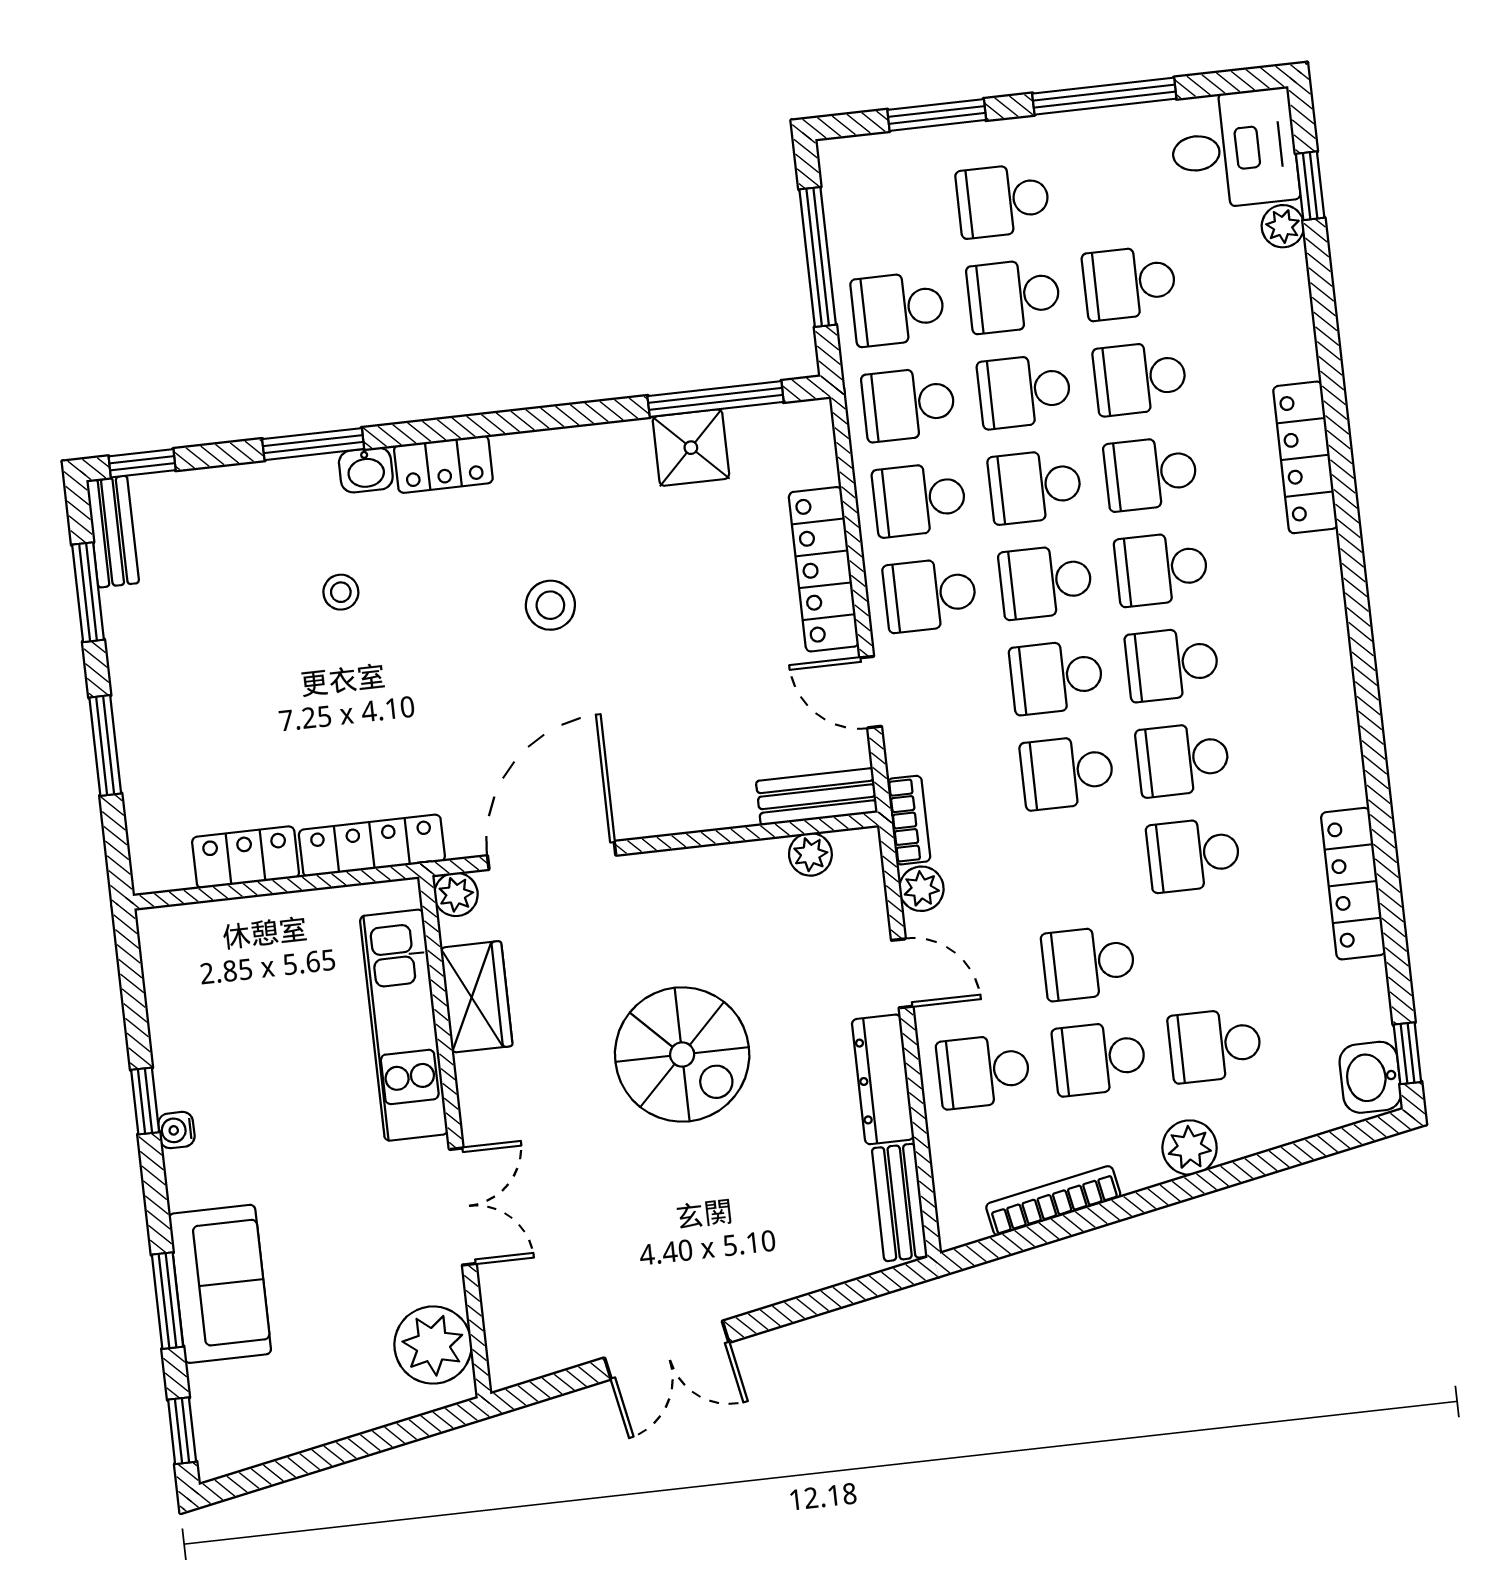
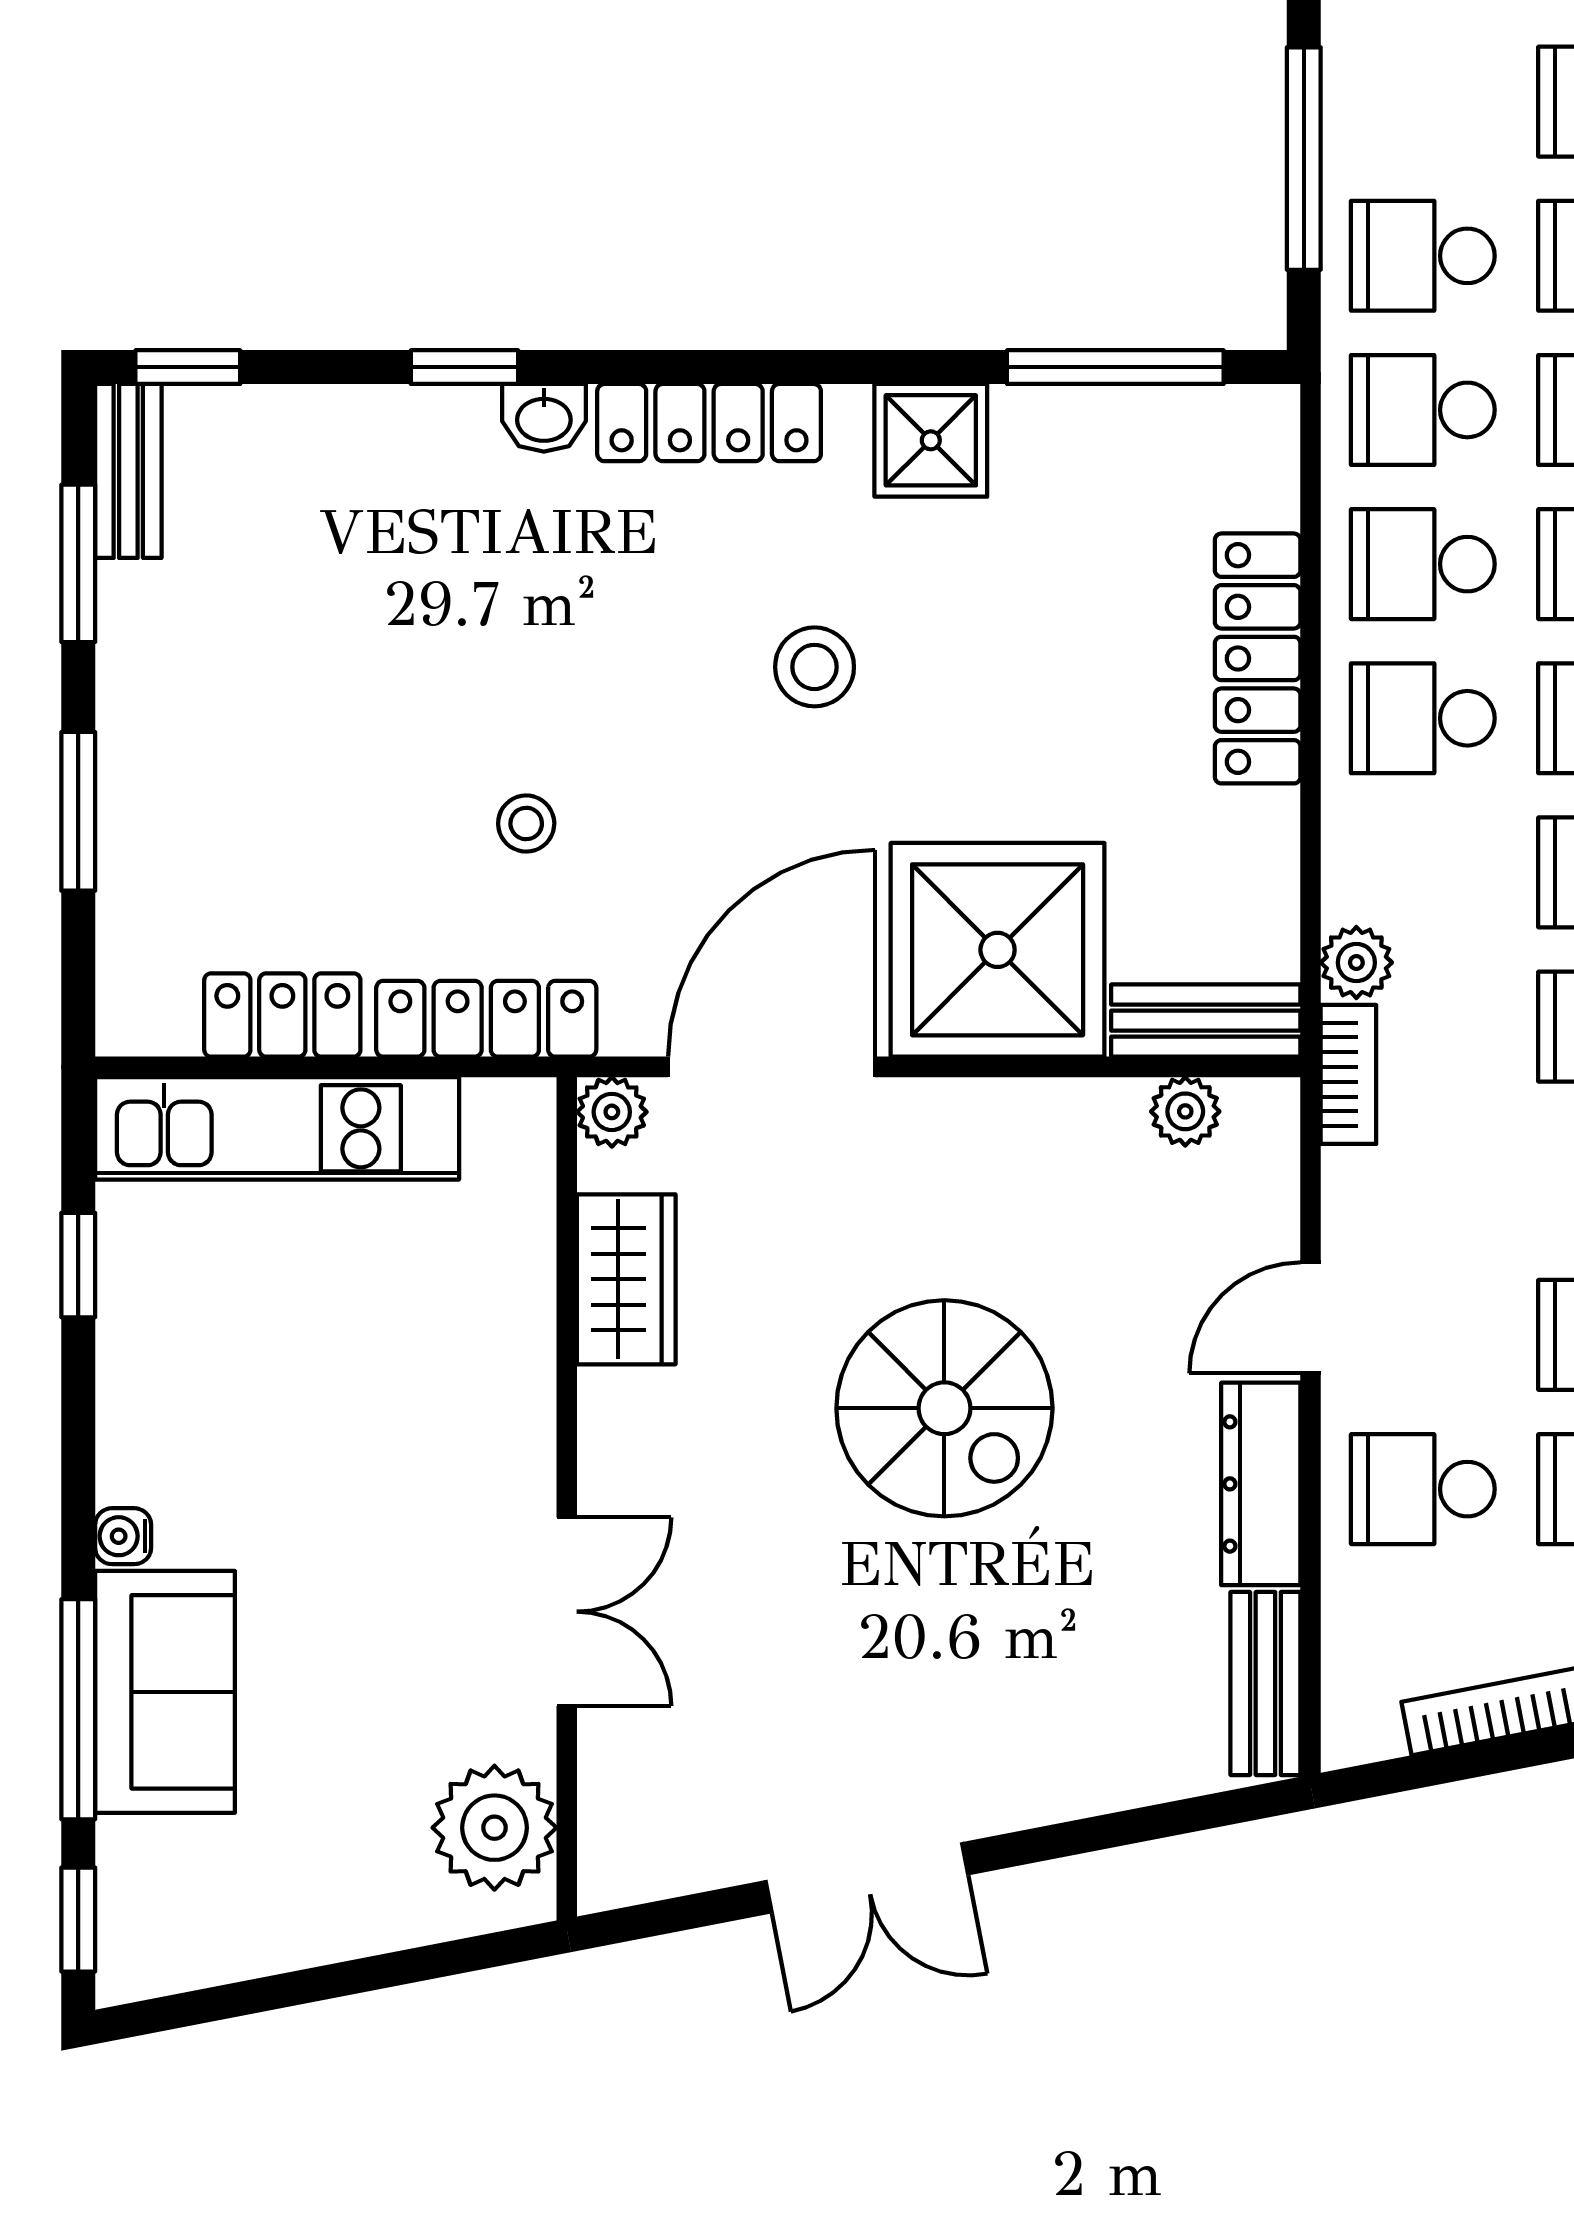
window: (313, 444) -> (464, 367), width x0.67
shower: (691, 448) -> (931, 440), moved
locker: (443, 464) -> (709, 423), width x1.53
stool: (341, 592) -> (526, 824), moved
door: (871, 692) -> (1311, 863), removed
shower: (683, 767) -> (998, 950), added
plant: (921, 889) -> (1356, 963), moved
door: (902, 973) -> (1311, 1318), swing flipped
kitchen unit: (404, 1025) -> (277, 1128), moved, turned -90
window: (145, 1101) -> (78, 1265), moved
water cooler: (176, 1130) -> (123, 1536), moved
window: (167, 1301) -> (78, 1709), width x1.44

